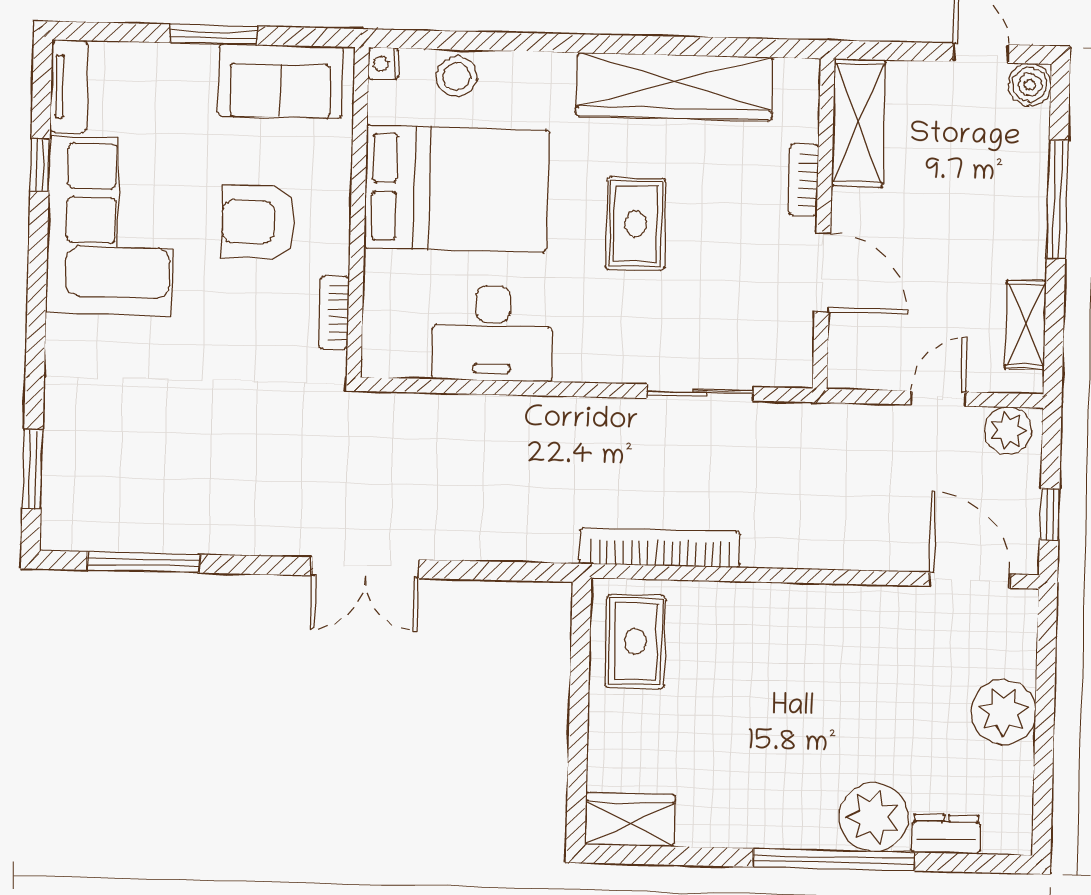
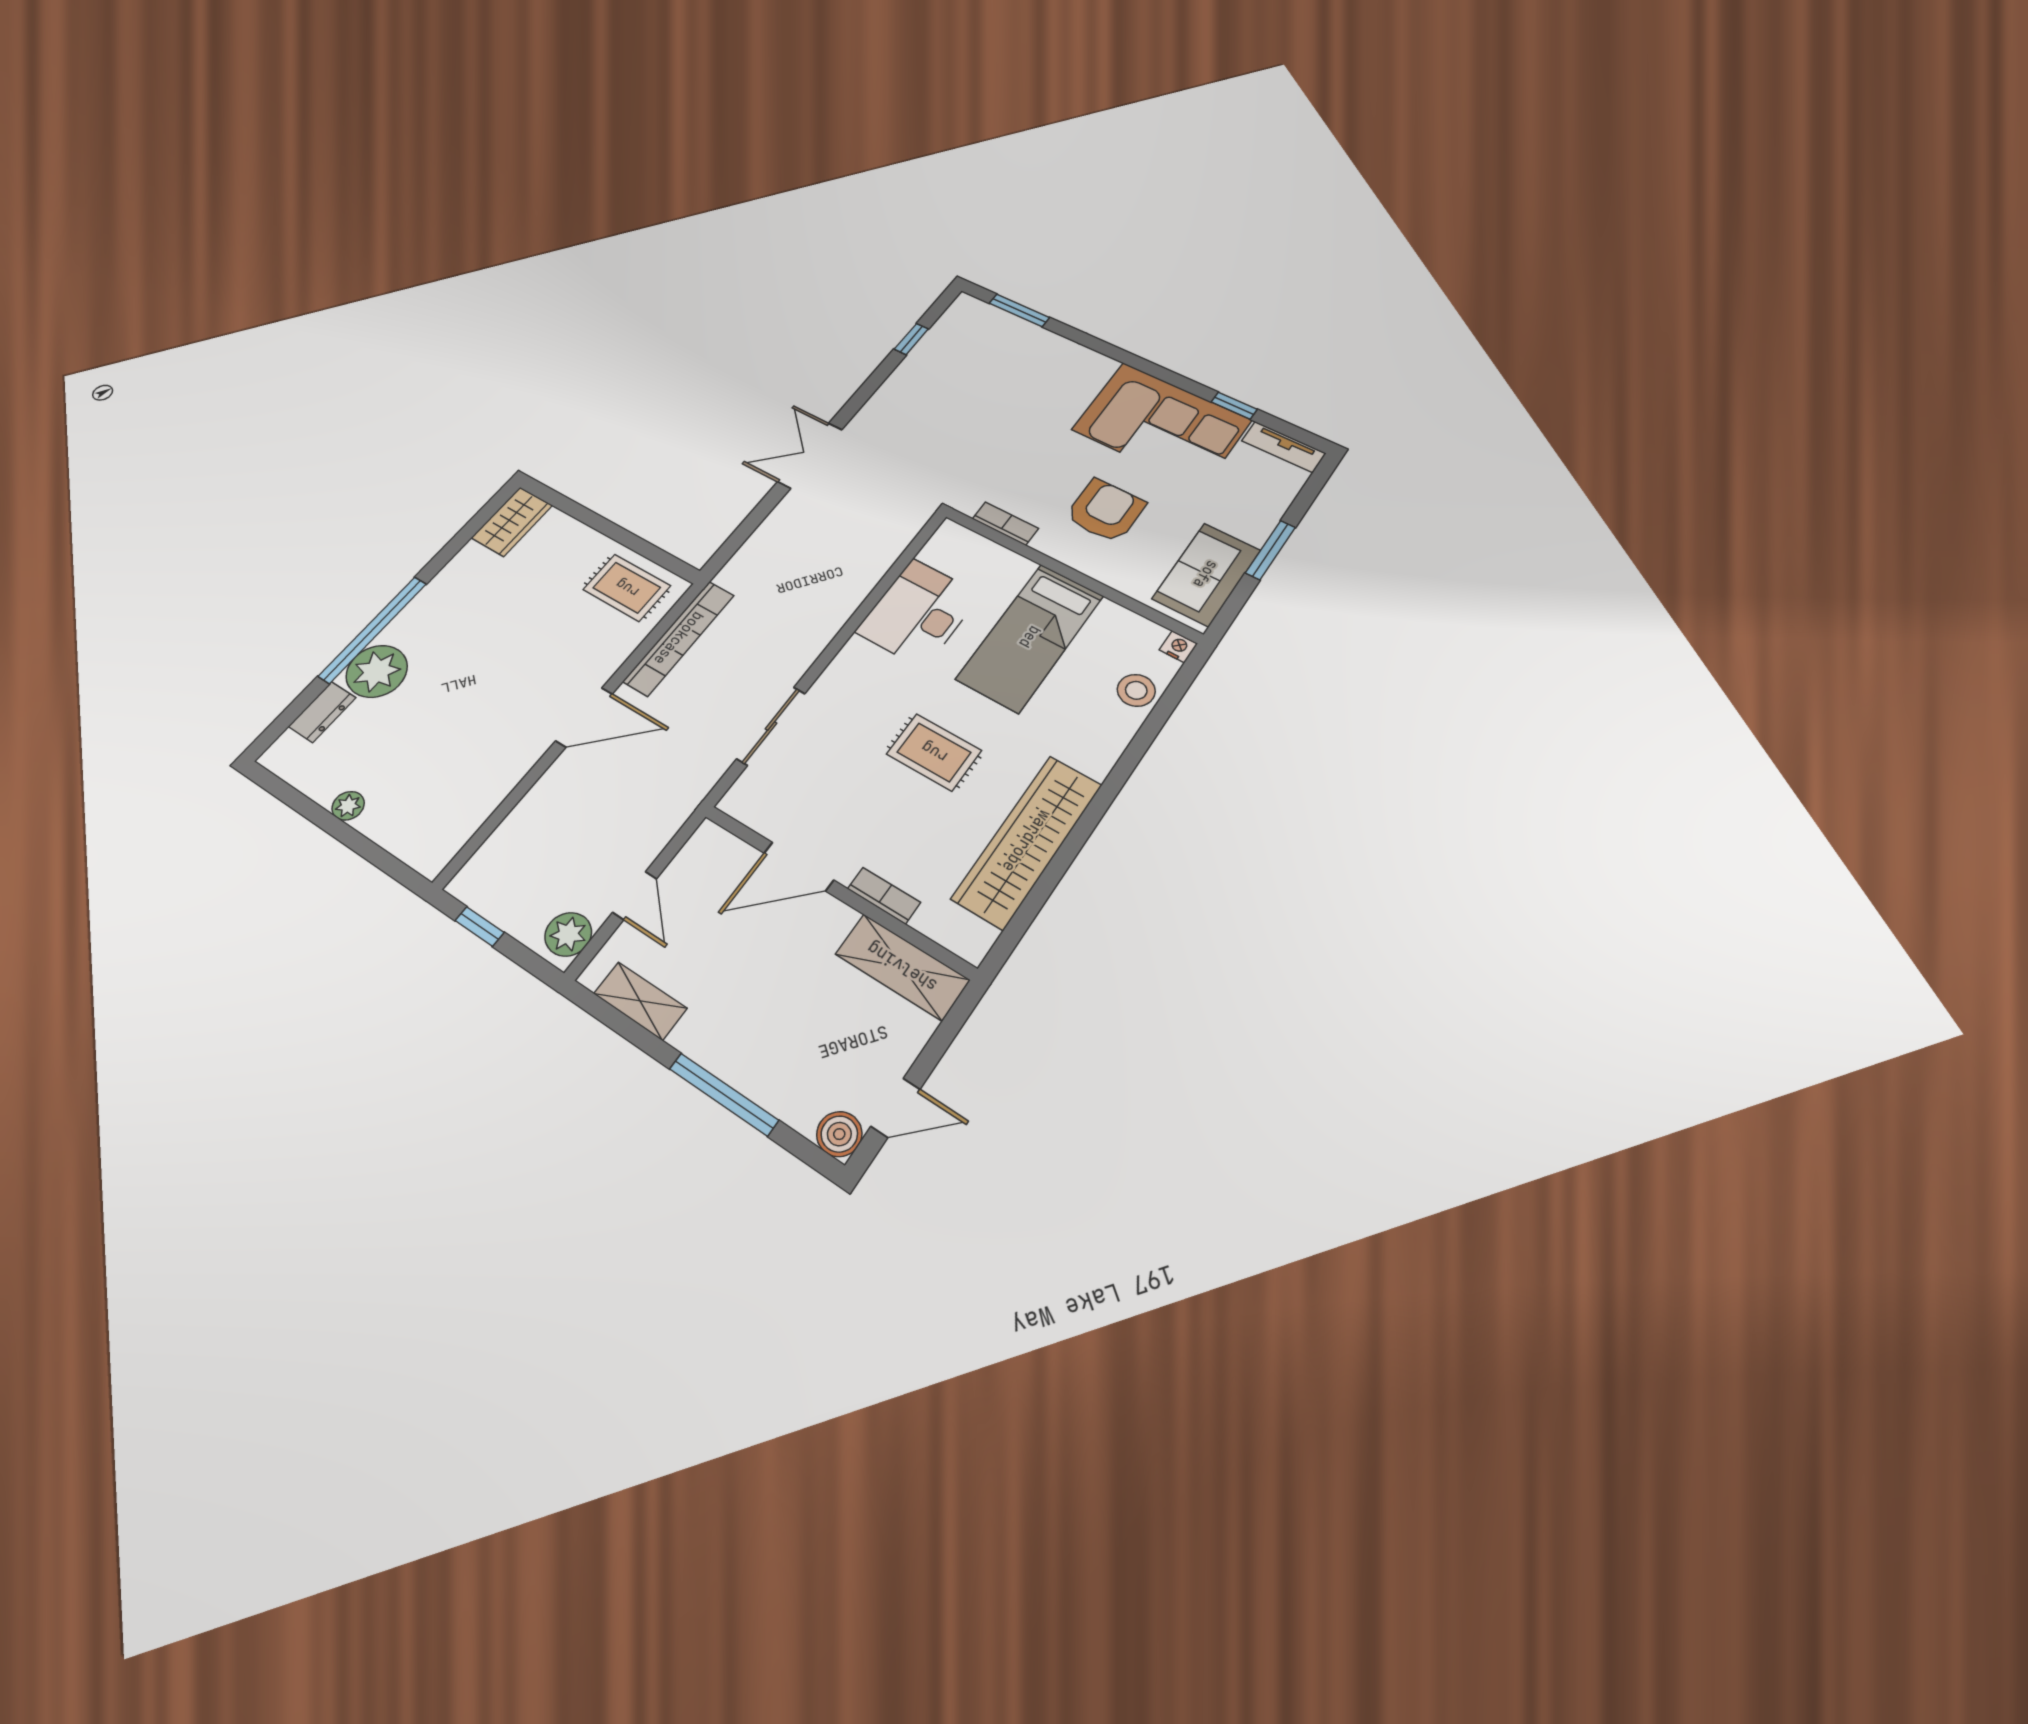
bed: (456, 189) -> (1030, 637), width x0.67
window: (143, 562) -> (911, 339), width x0.46
door: (970, 580) -> (584, 717), moved
plant: (1003, 712) -> (348, 806), width x0.53, depth x0.53

